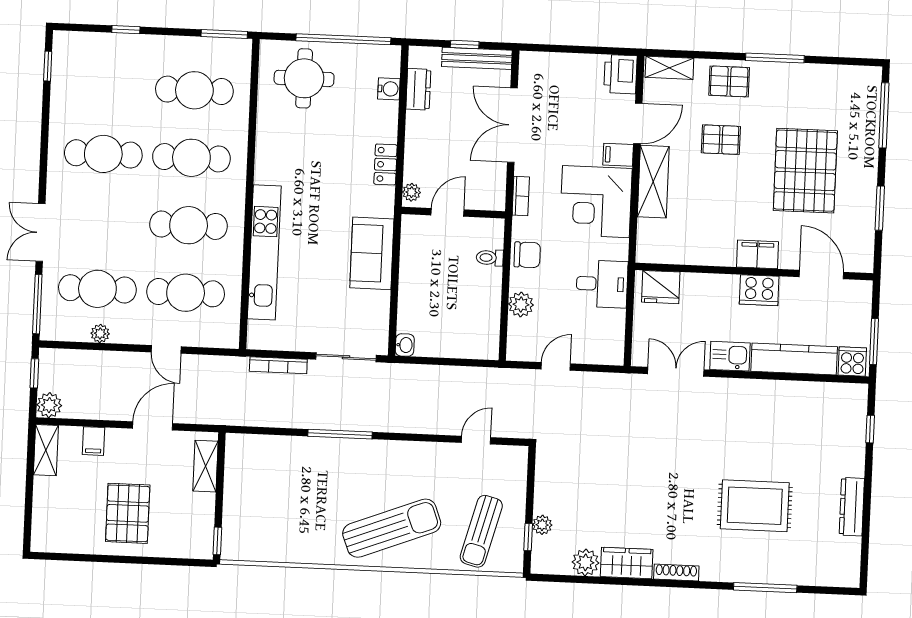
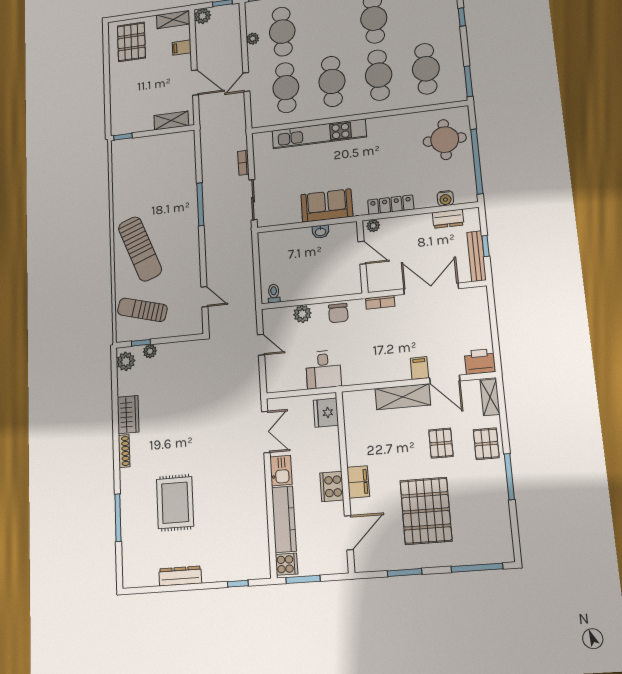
locker: (386, 165) -> (391, 205), width x1.53
pallet: (805, 171) -> (426, 511), turned 90
corner desk: (596, 202) -> (383, 357), removed
toilet: (490, 258) -> (274, 293), moved
washbasin: (405, 345) -> (321, 232), moved
bookcase: (278, 365) -> (243, 163), width x0.64
pallet: (128, 513) -> (131, 42), moved, turned 90
plant: (585, 562) -> (126, 361), moved

